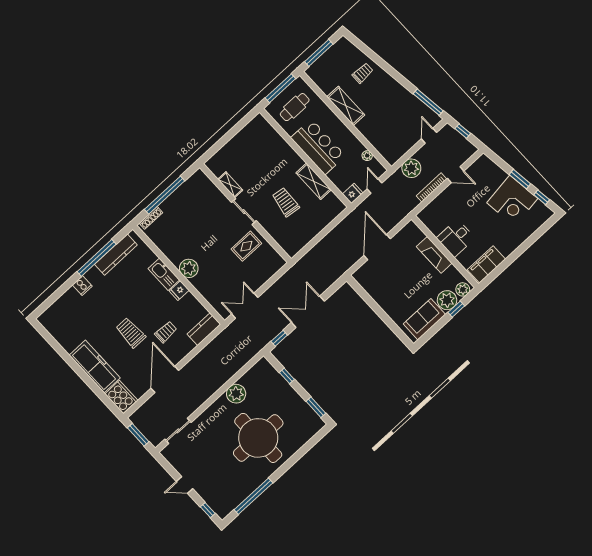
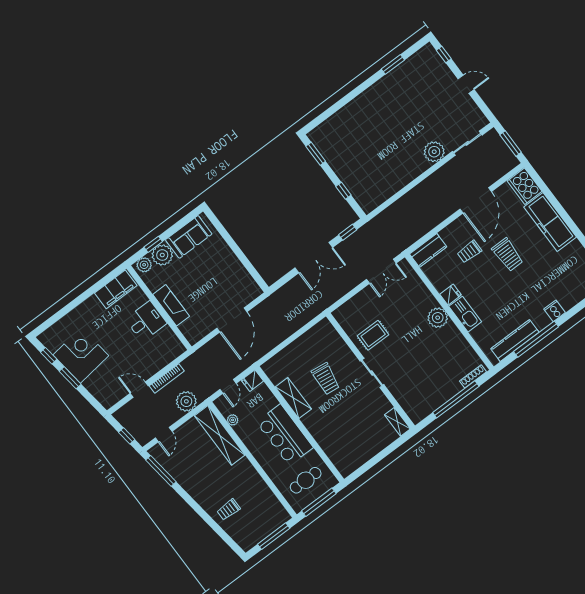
shelving: (346, 106) -> (220, 435), moved, width x1.47
shelving: (230, 185) -> (397, 422), moved
plant: (236, 394) -> (434, 152), moved
round table: (258, 438) -> (381, 127), removed
window: (253, 496) -> (393, 64), width x0.47

